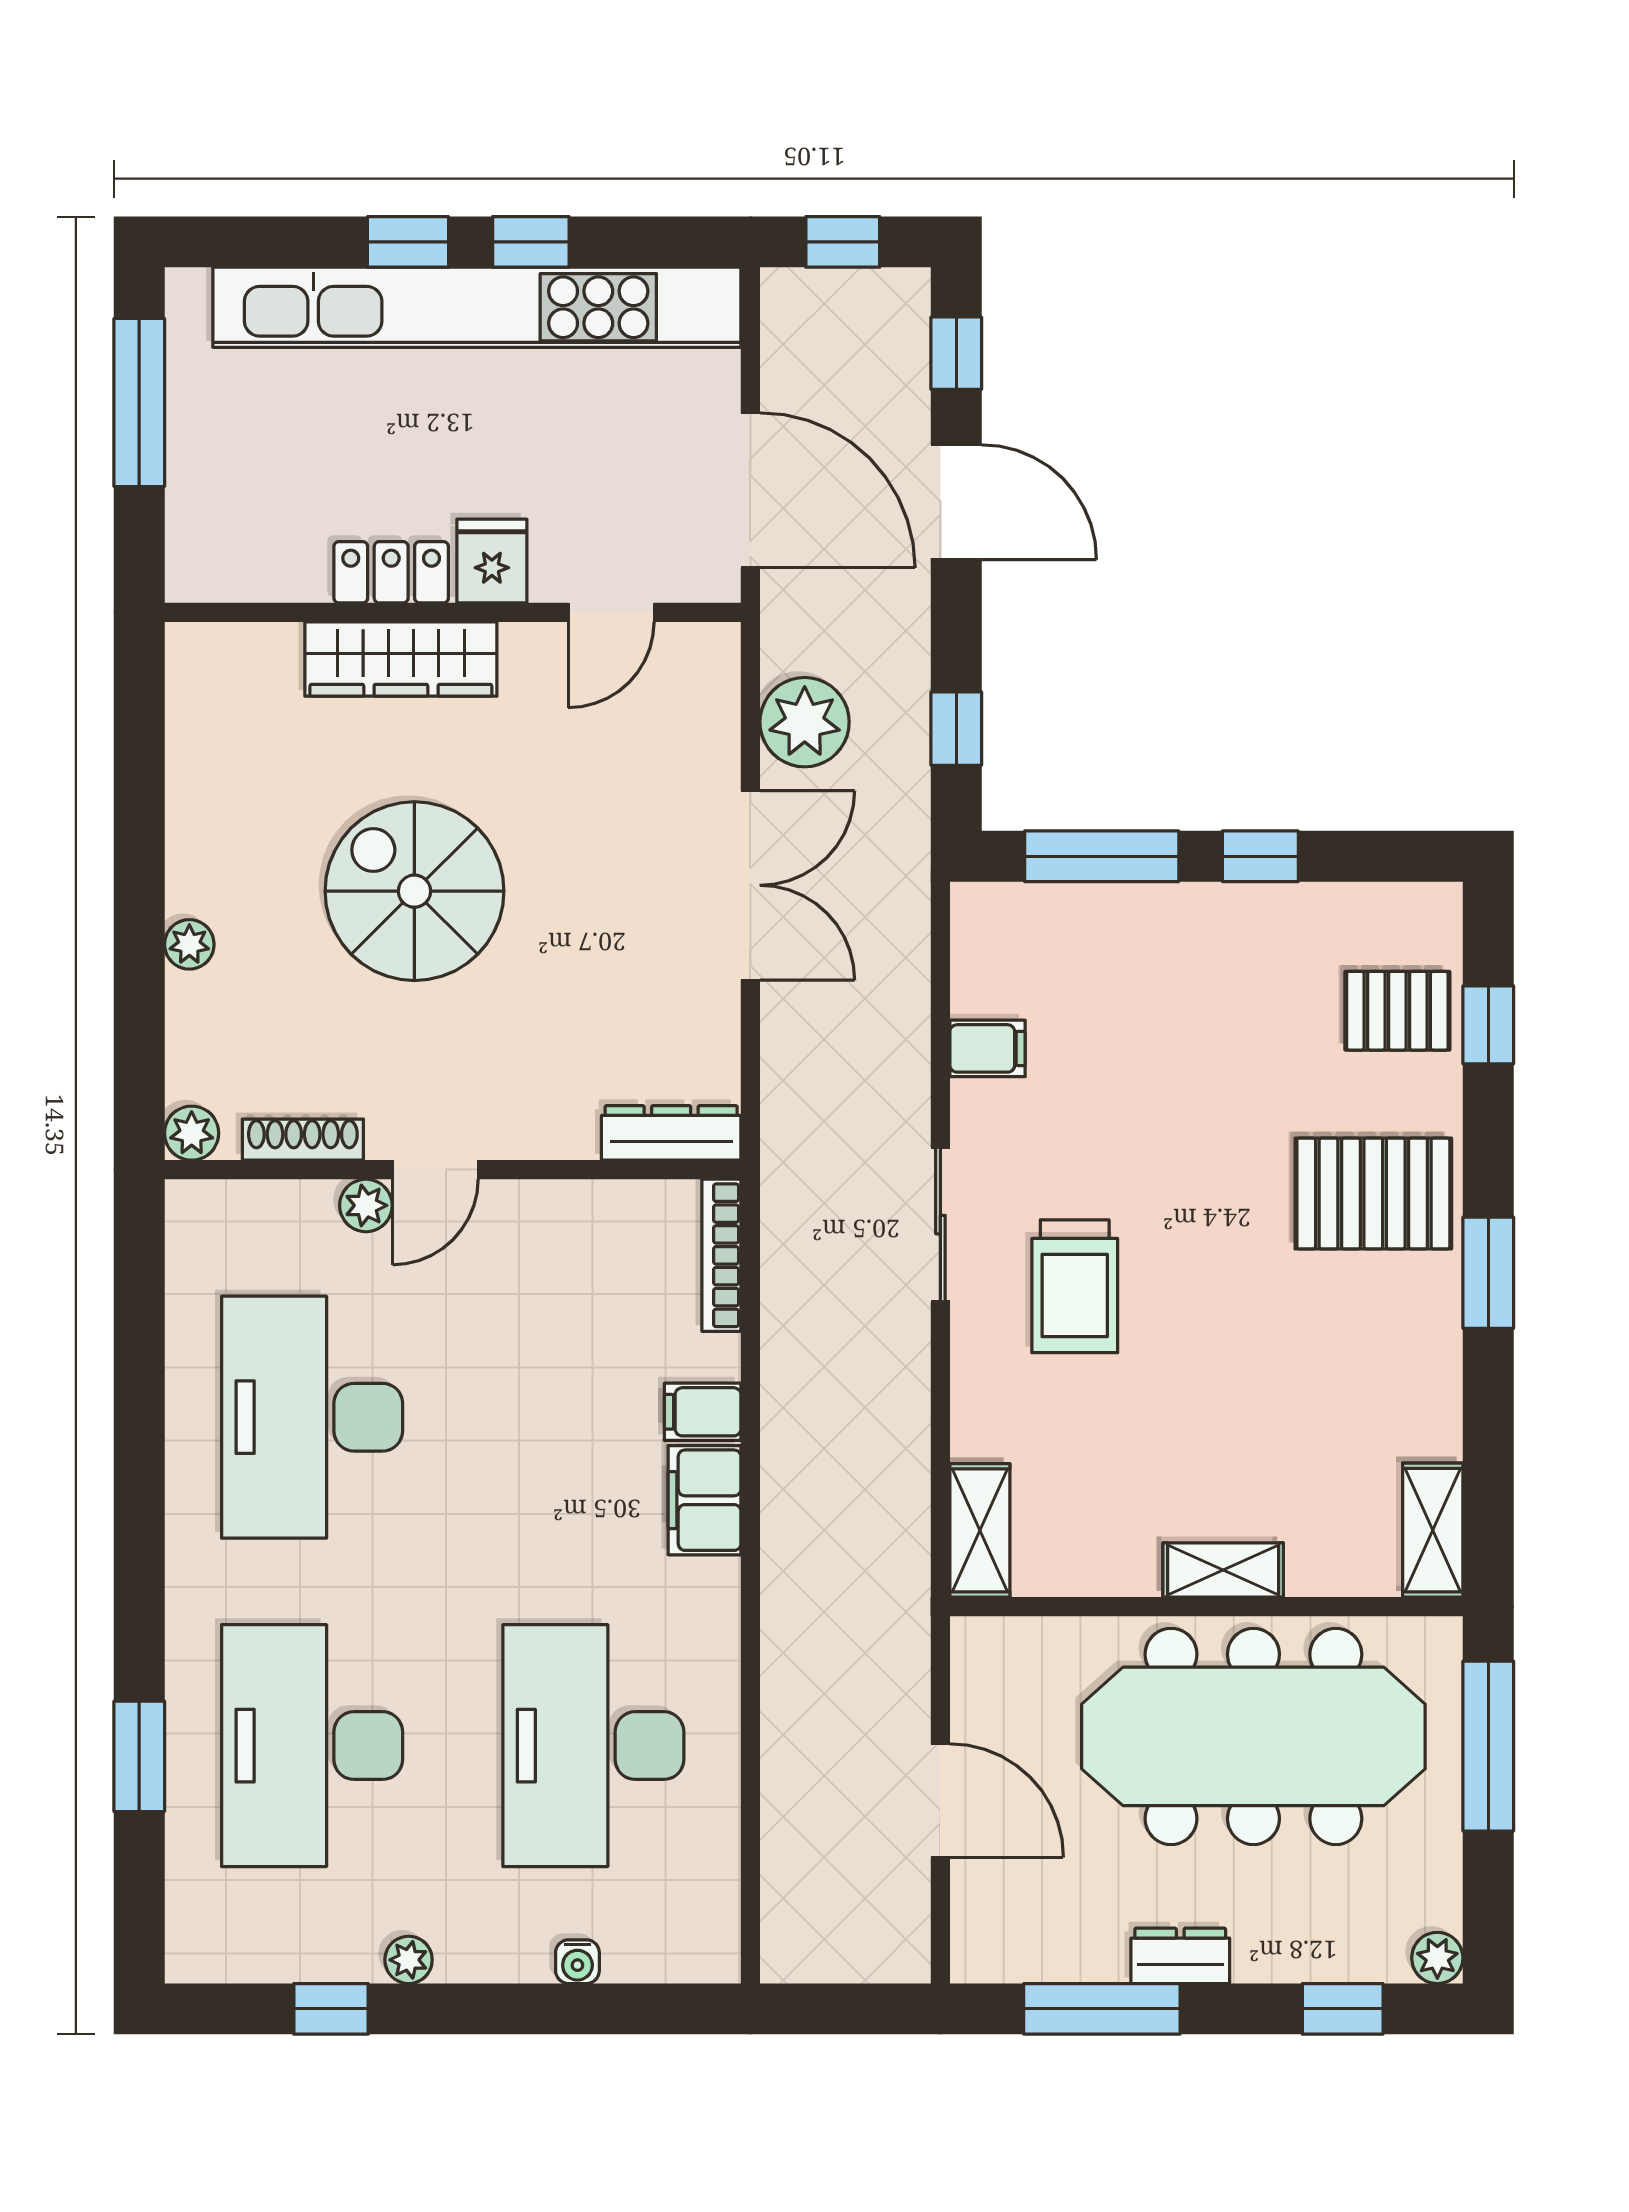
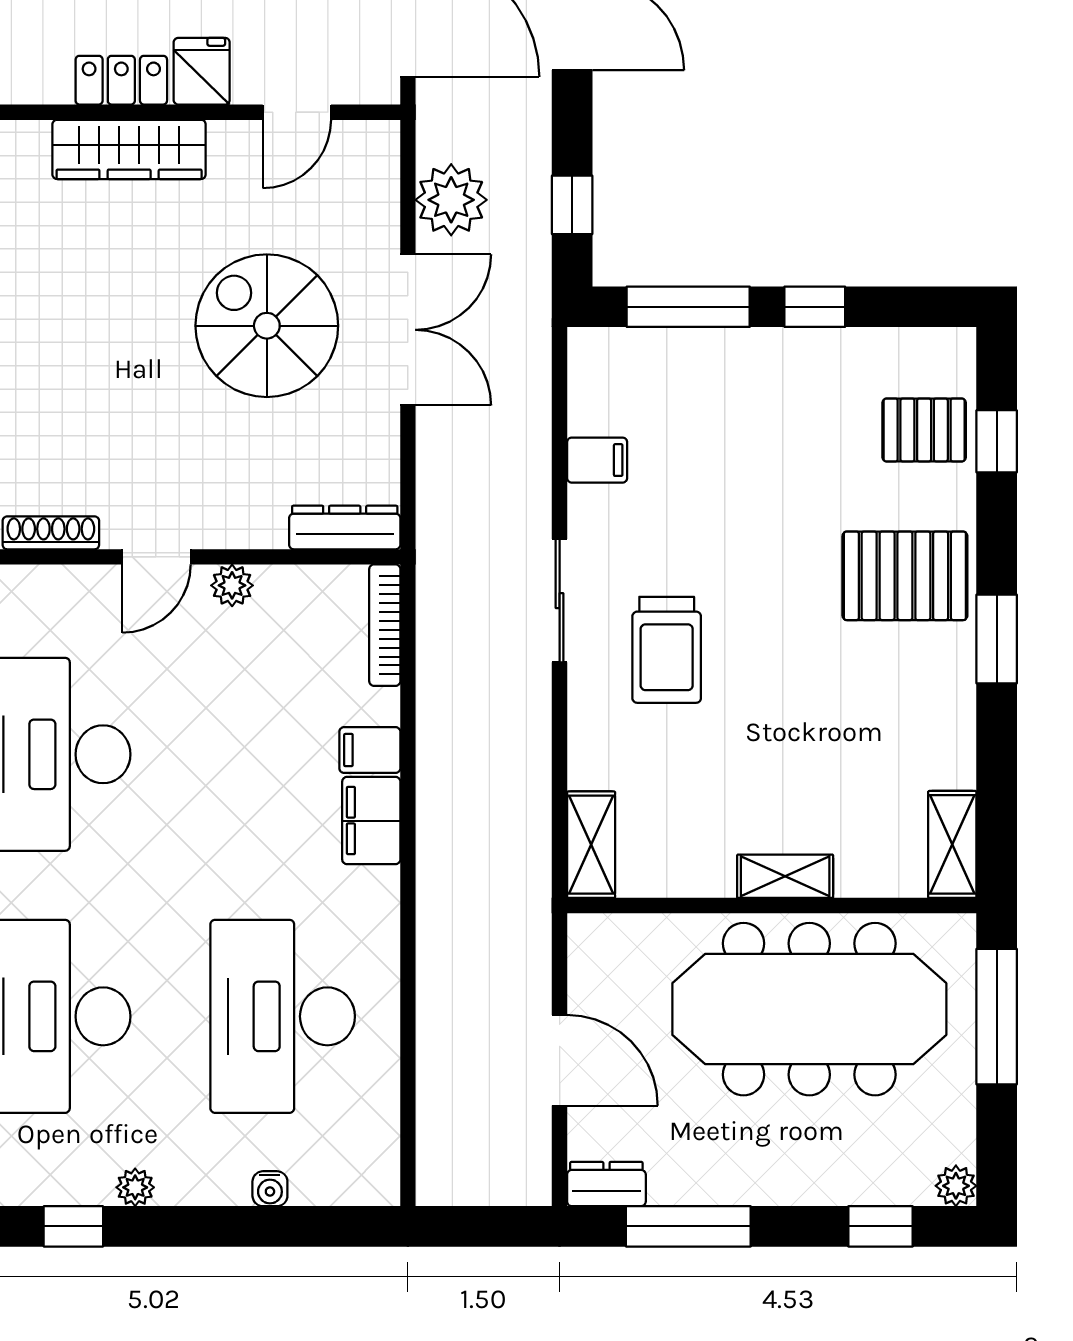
spiral stairs: (414, 891) -> (267, 326), moved
plant: (366, 1205) -> (232, 585), moved
dresser: (1180, 1956) -> (606, 1184), moved

